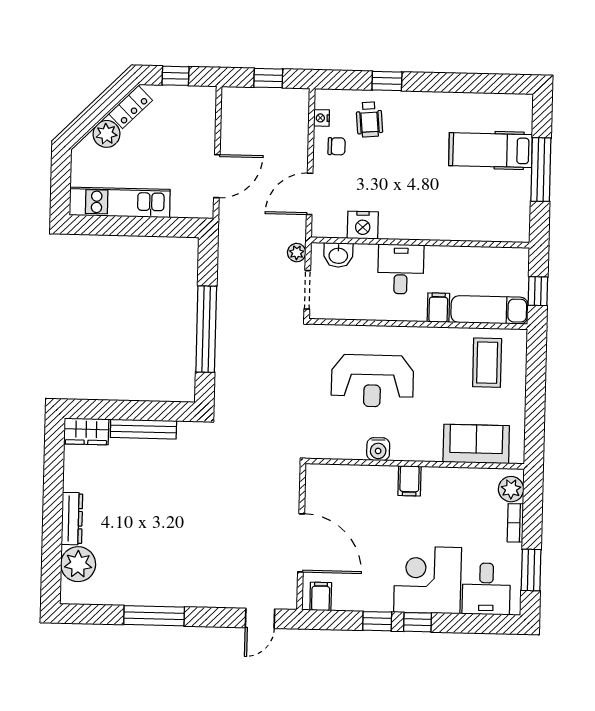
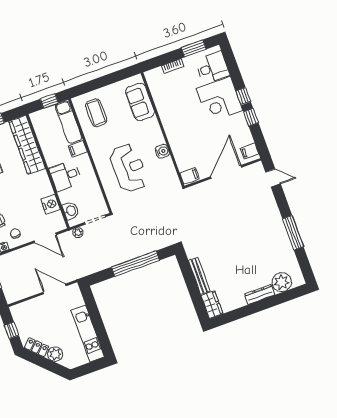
wardrobe: (478, 225) -> (27, 145), added
coffee table: (487, 363) -> (96, 113), turned 90
filing cabinet: (409, 481) -> (190, 176), moved
plant: (511, 489) -> (156, 75), removed

